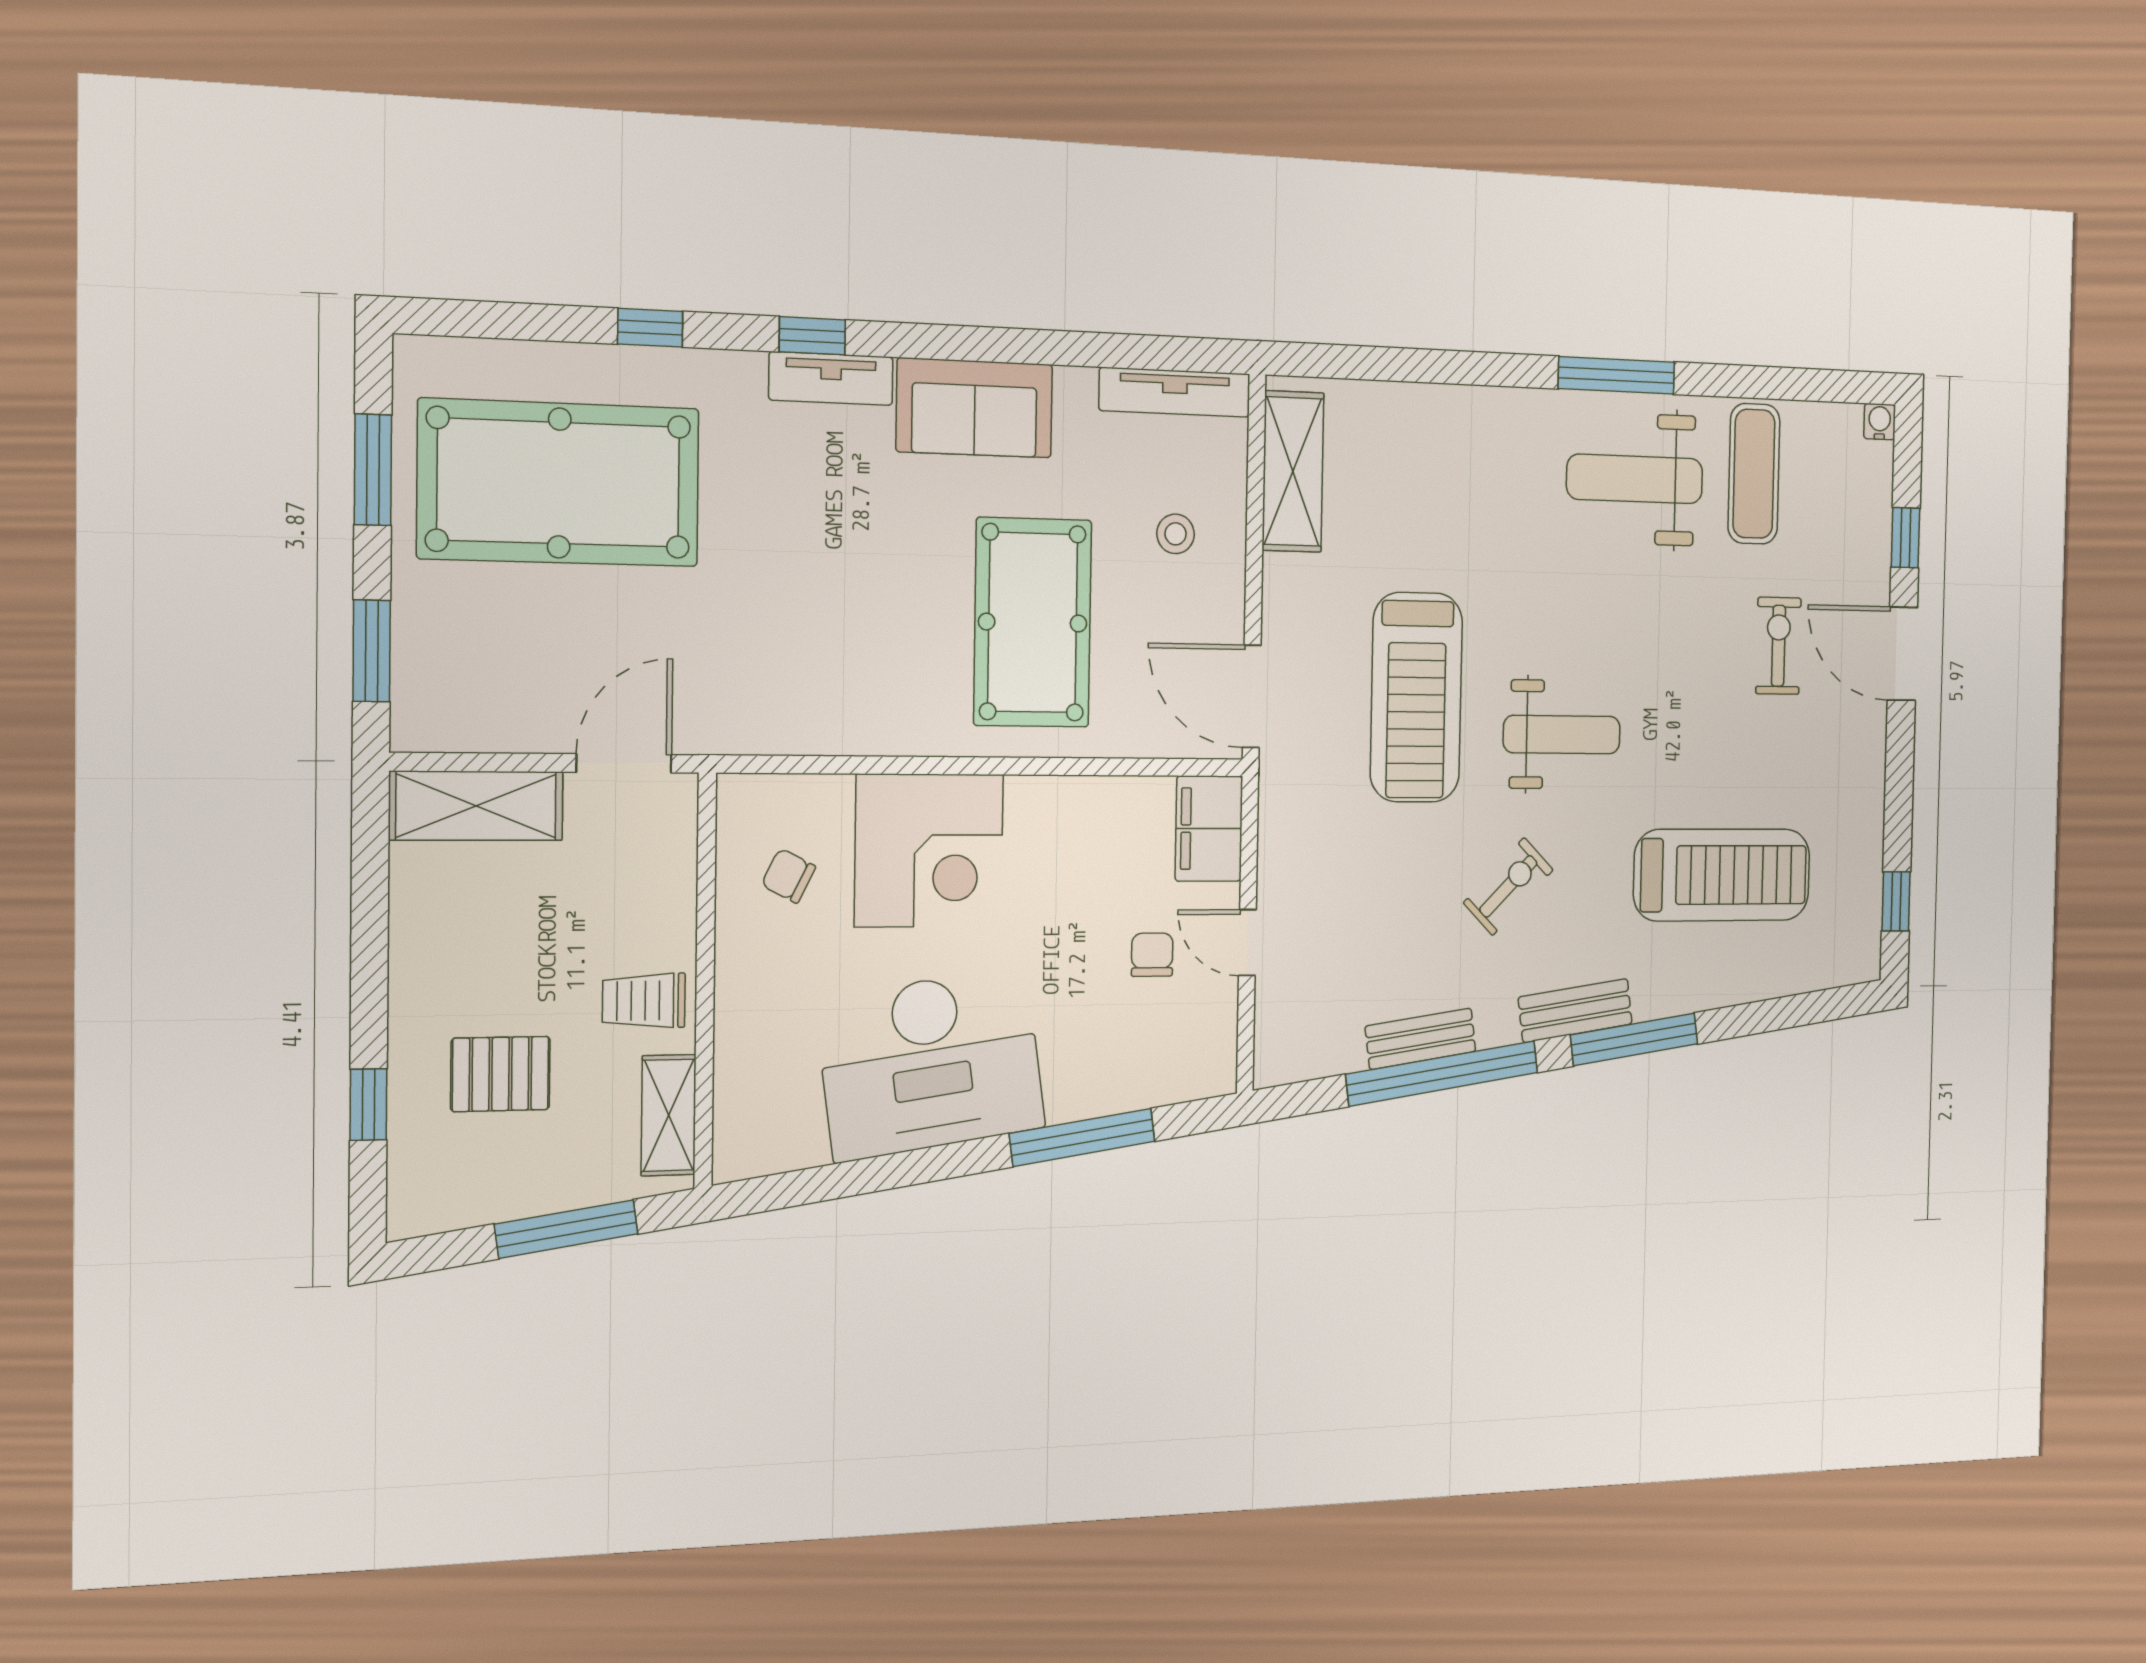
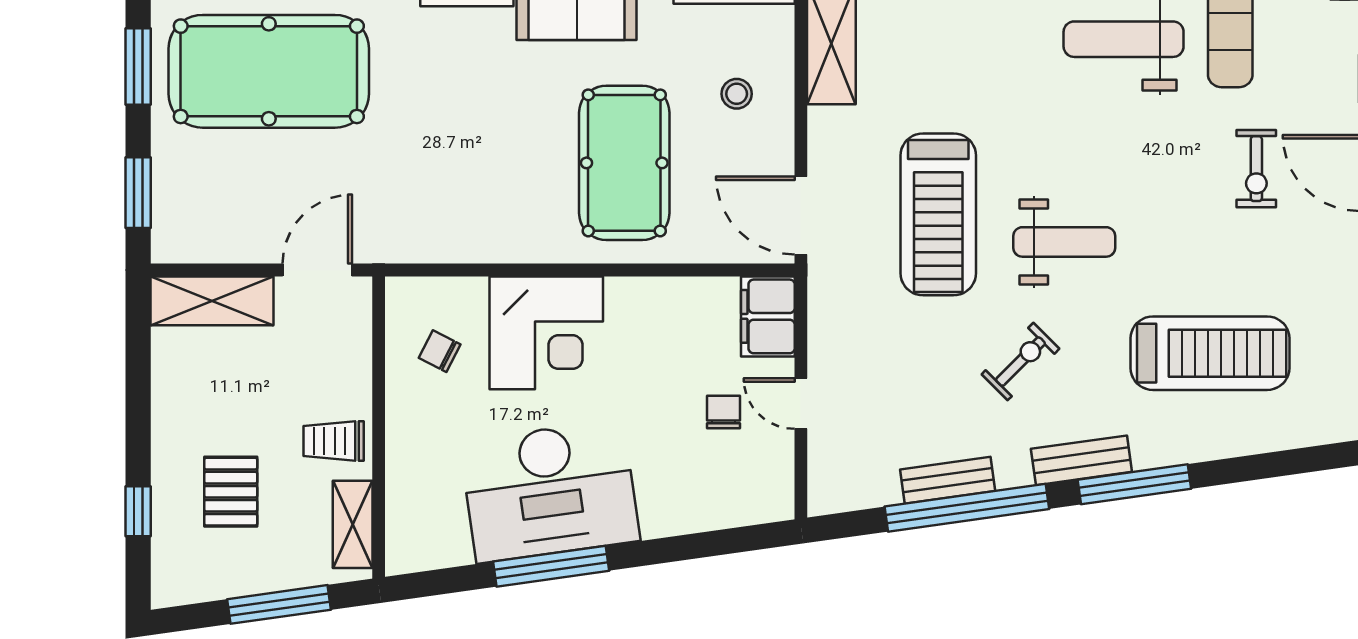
exercise bike: (1778, 646) -> (1256, 169), turned 180
pallet: (500, 1074) -> (231, 492), turned 90
window: (1082, 1137) -> (551, 566), moved

